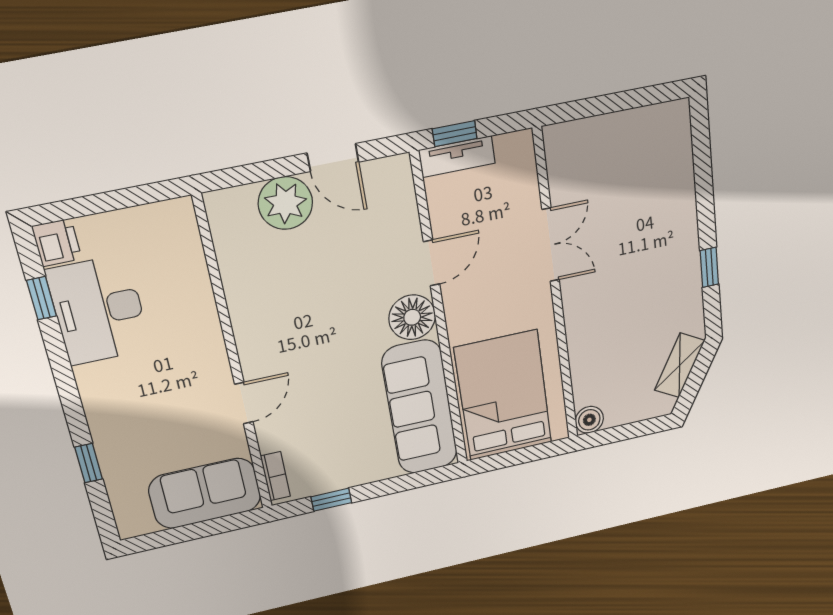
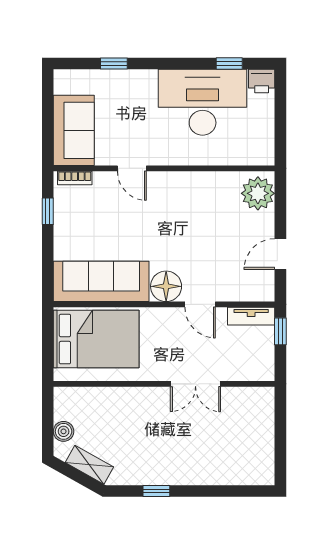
tv unit: (457, 157) -> (251, 316), moved, turned -90
plant: (285, 203) -> (258, 193), moved
desk: (99, 310) -> (203, 102), width x1.36, depth x1.30
boiler: (589, 420) -> (64, 431), moved

